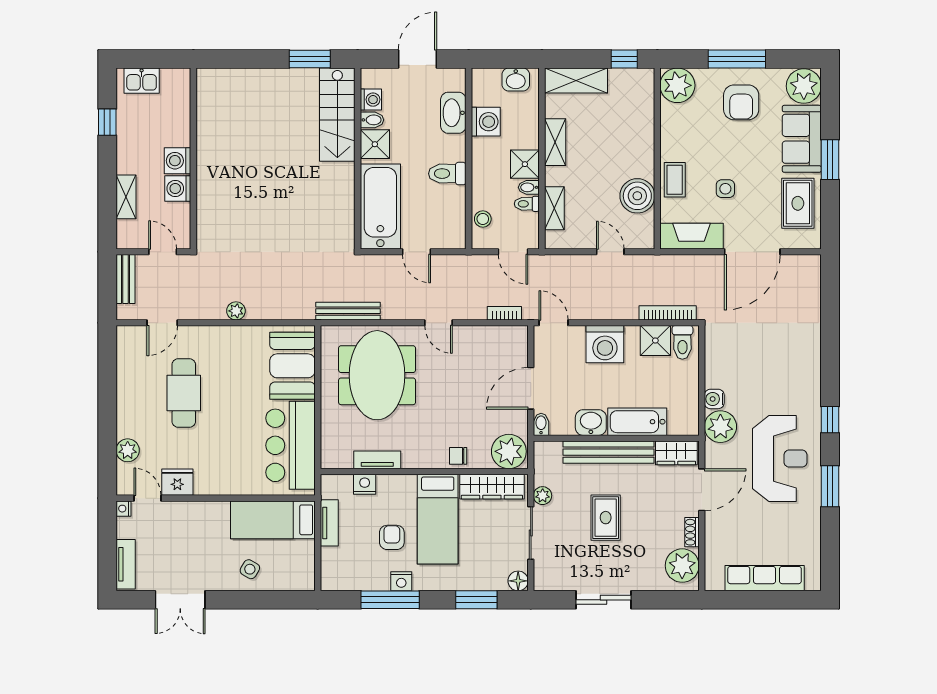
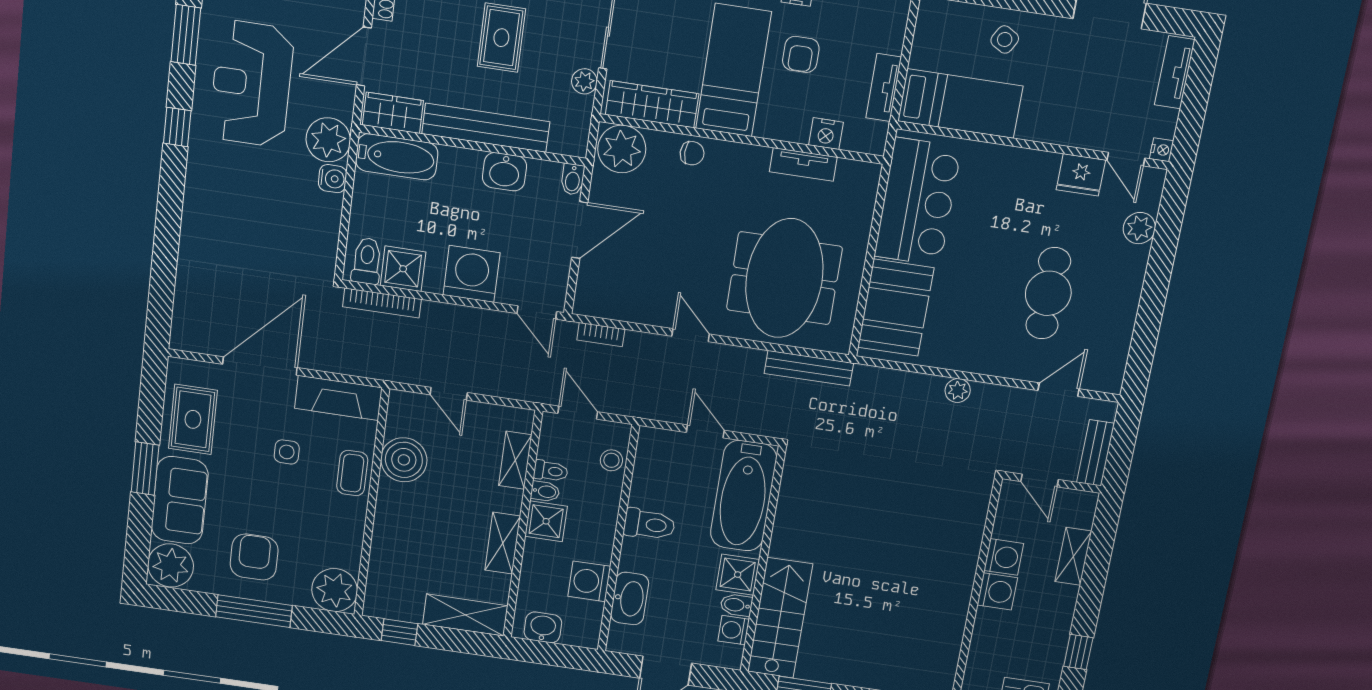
bathtub: (637, 422) -> (397, 157), moved

